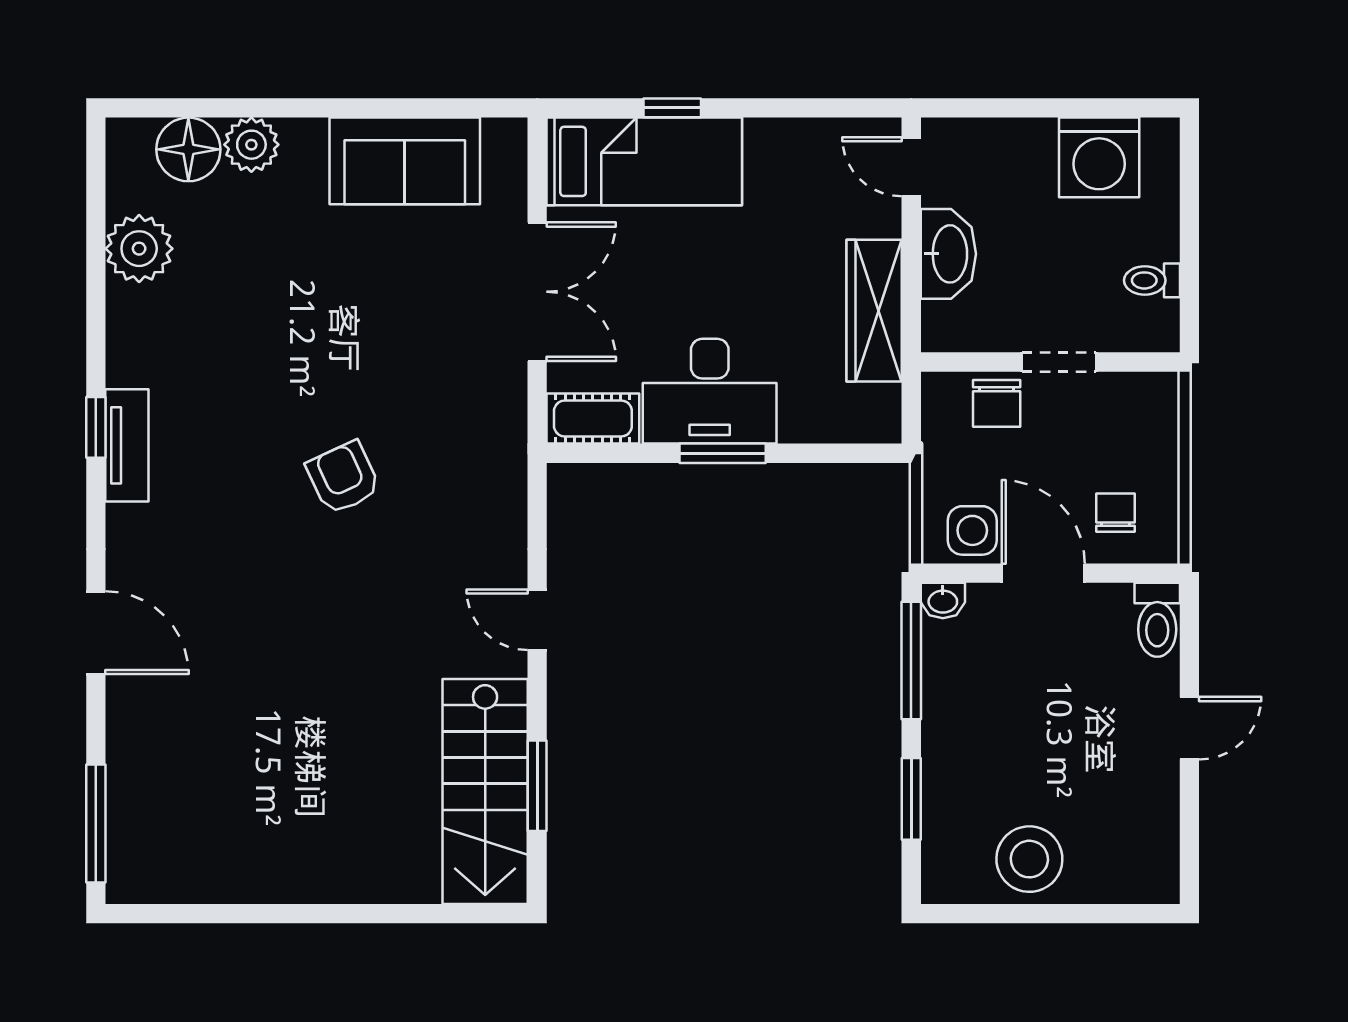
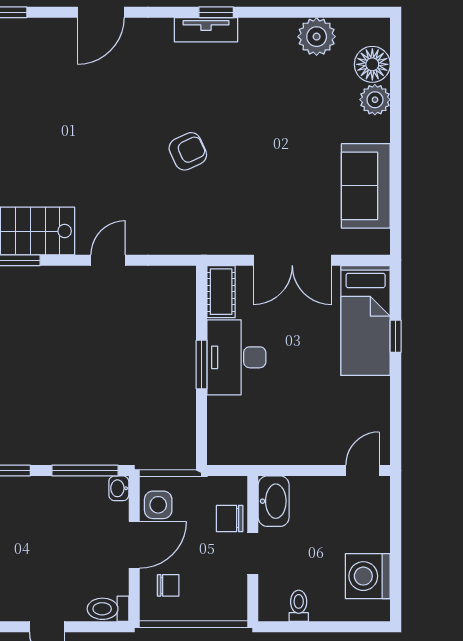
washbasin: (948, 254) -> (274, 501), moved, turned -90
wardrobe: (874, 311) -> (282, 450), removed

